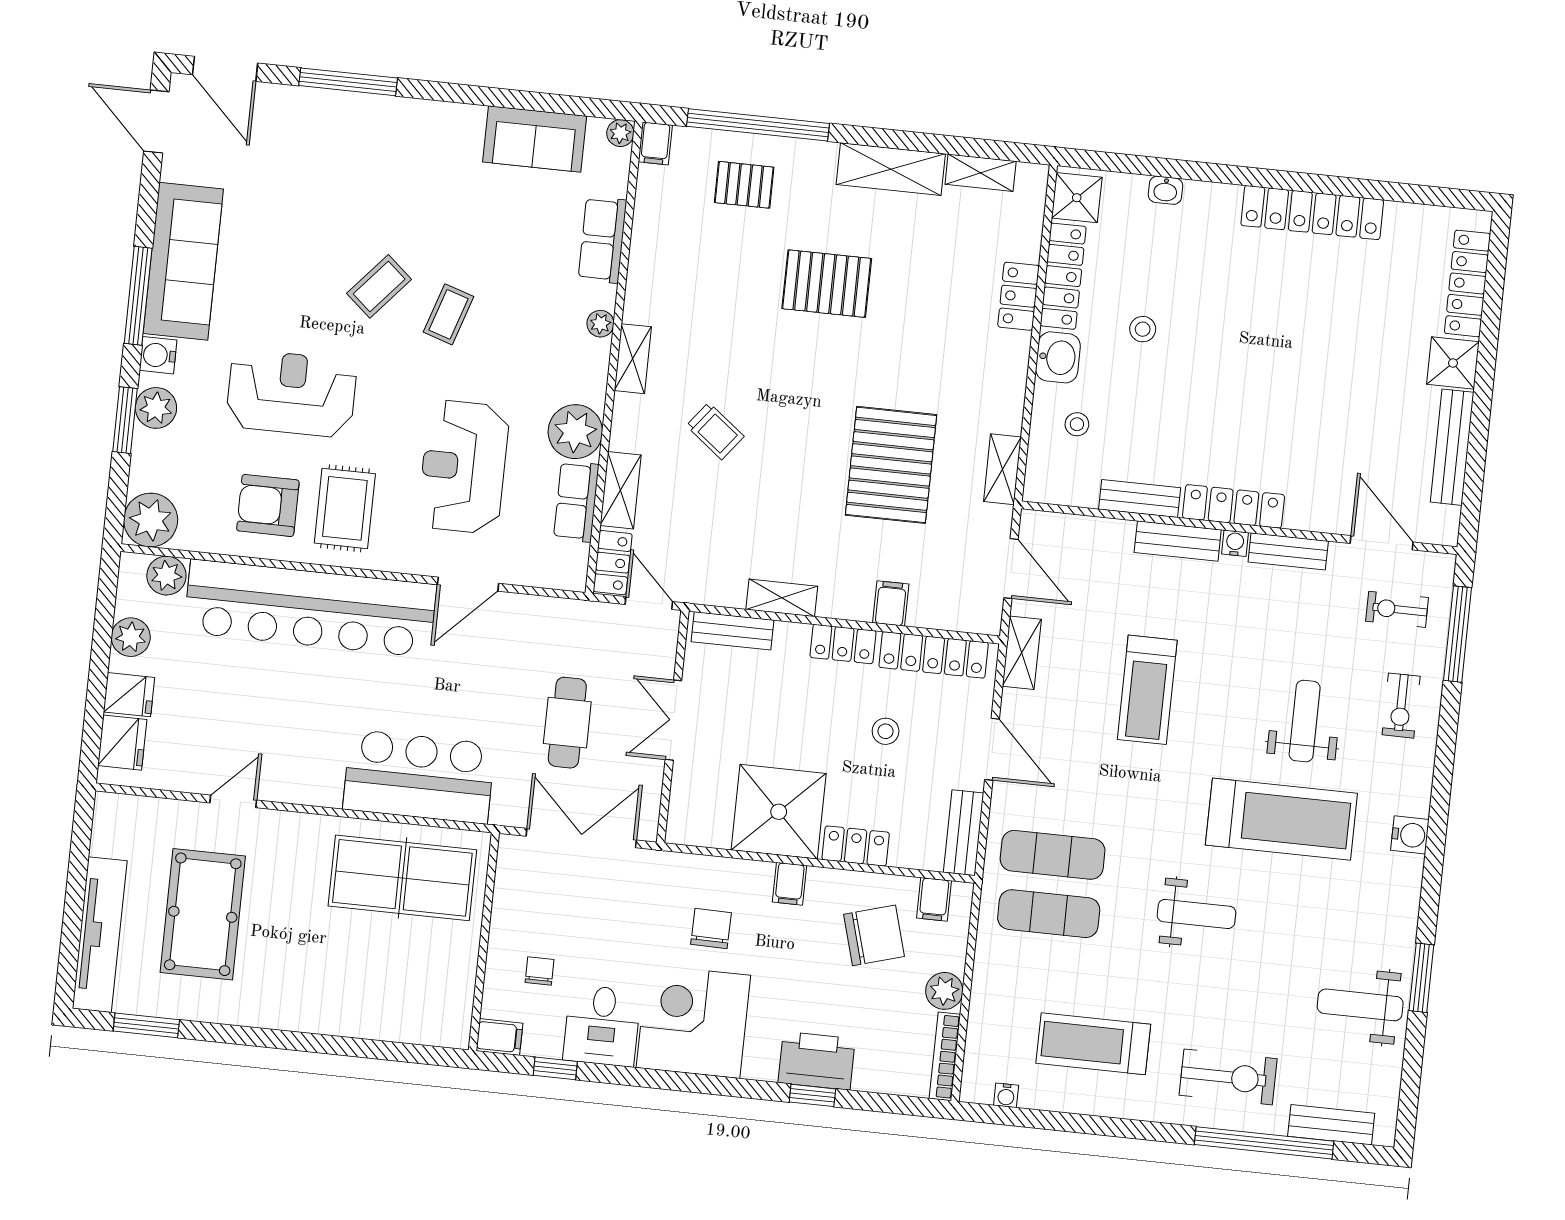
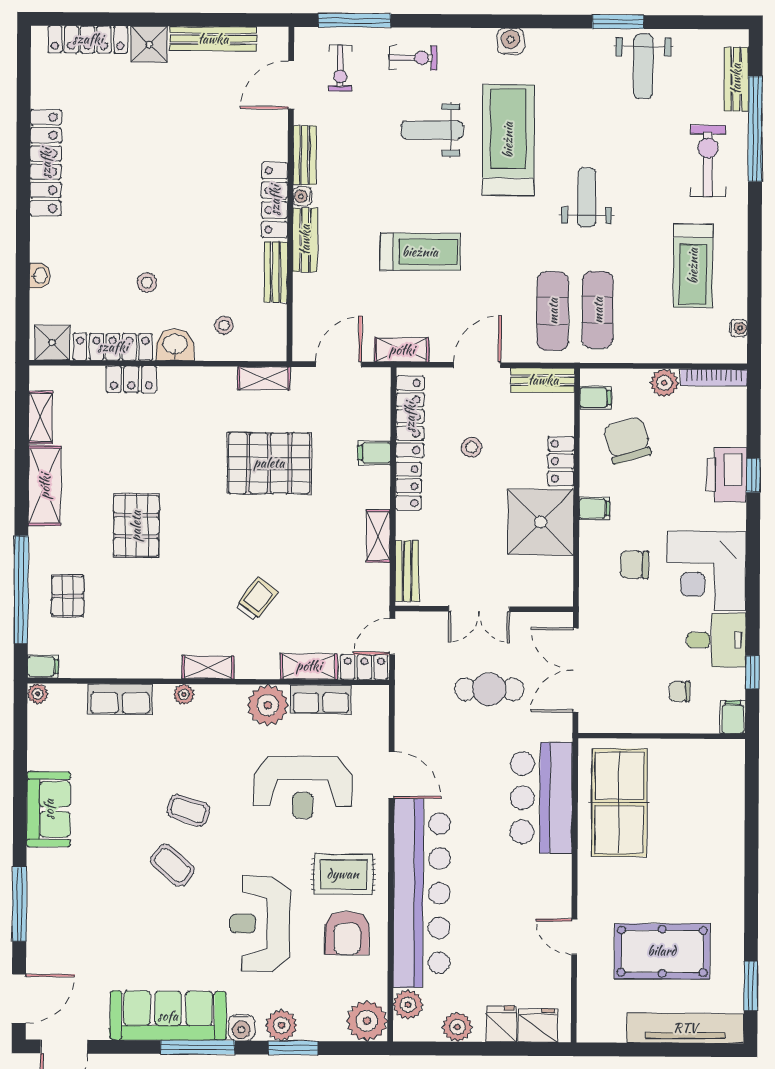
sofa: (535, 139) -> (49, 809), moved

